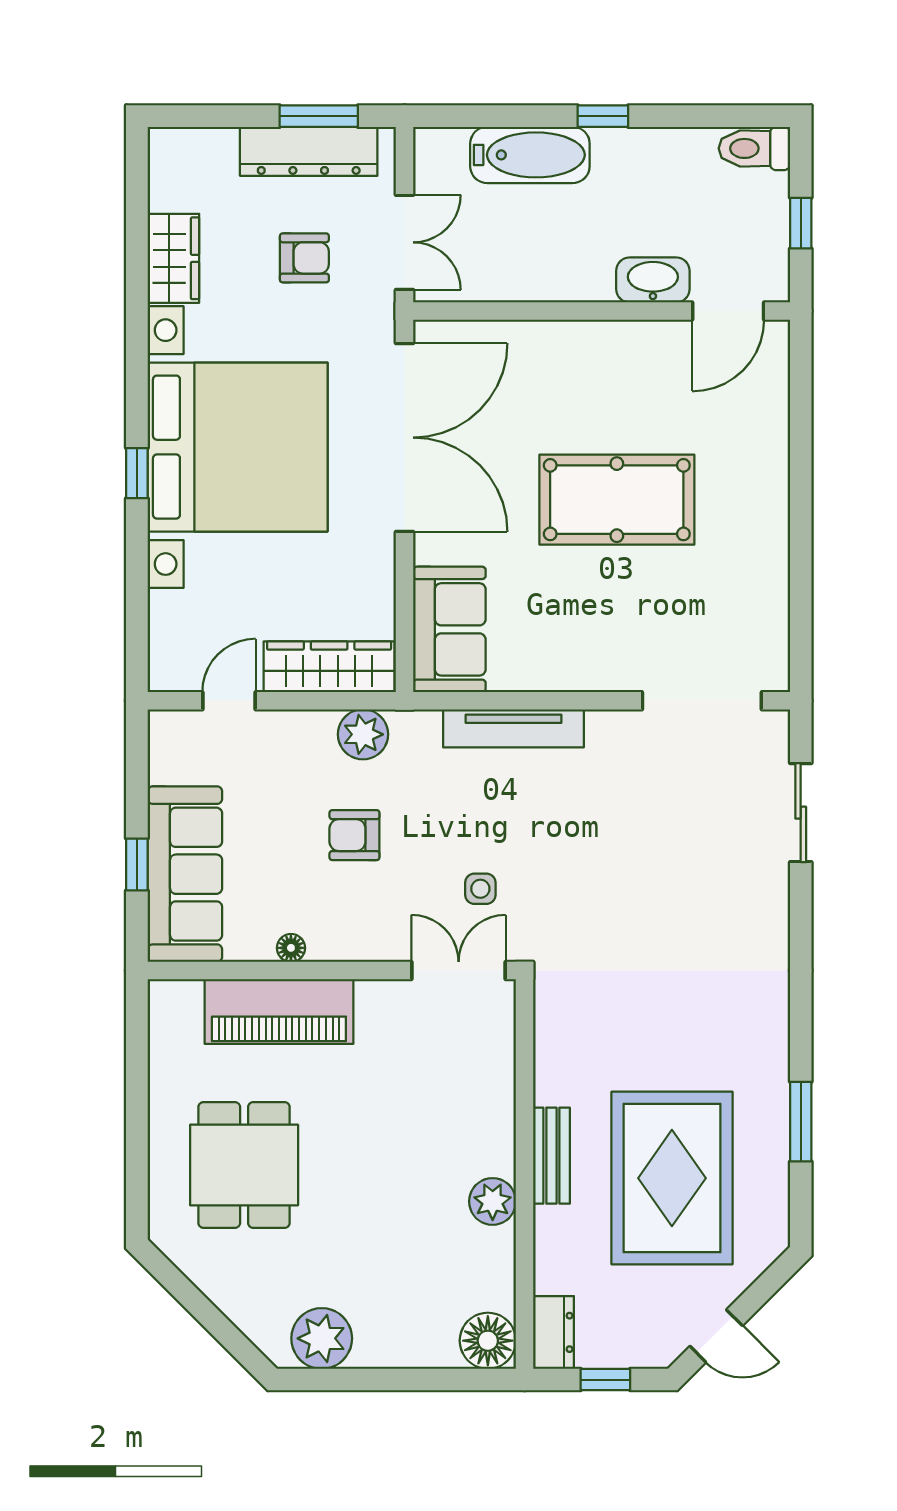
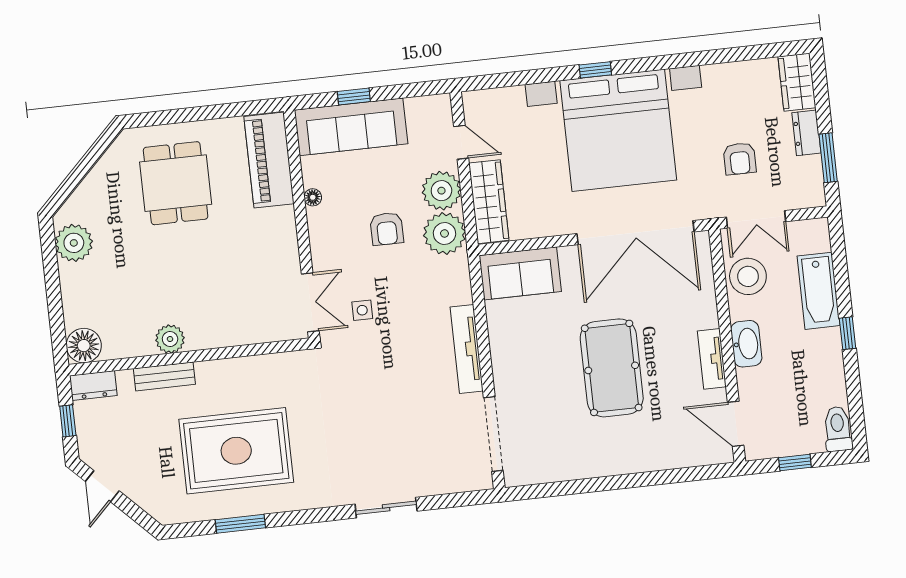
dresser: (309, 151) -> (806, 133), width x0.51, depth x0.80
wardrobe: (173, 258) -> (797, 82), moved, turned 90
stool: (494, 265) -> (748, 276), added
washbasin: (653, 280) -> (746, 344), moved
tv unit: (620, 338) -> (712, 359), added
tv unit: (513, 728) -> (467, 349), moved
plant: (363, 734) -> (444, 233), width x1.36, depth x1.36
plant: (303, 741) -> (441, 191), added
sliding door: (801, 813) -> (386, 508), moved
armchair: (354, 835) -> (387, 229), turned 180
piano: (279, 1011) -> (269, 160), moved
bench: (551, 1156) -> (164, 376), moved
dining table: (244, 1165) -> (176, 183), turned 90
rug: (672, 1178) -> (236, 451), moved

